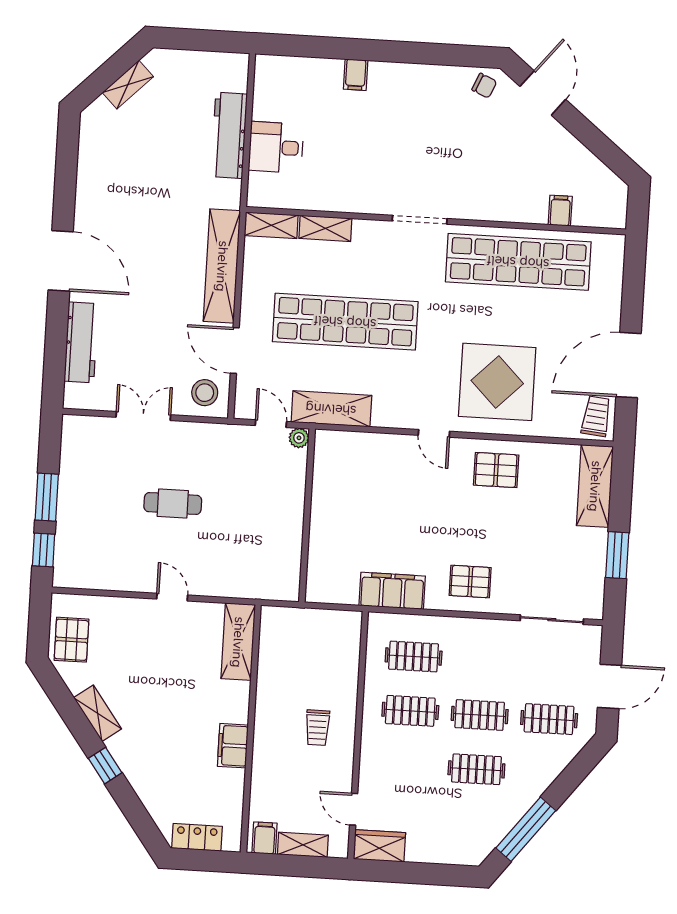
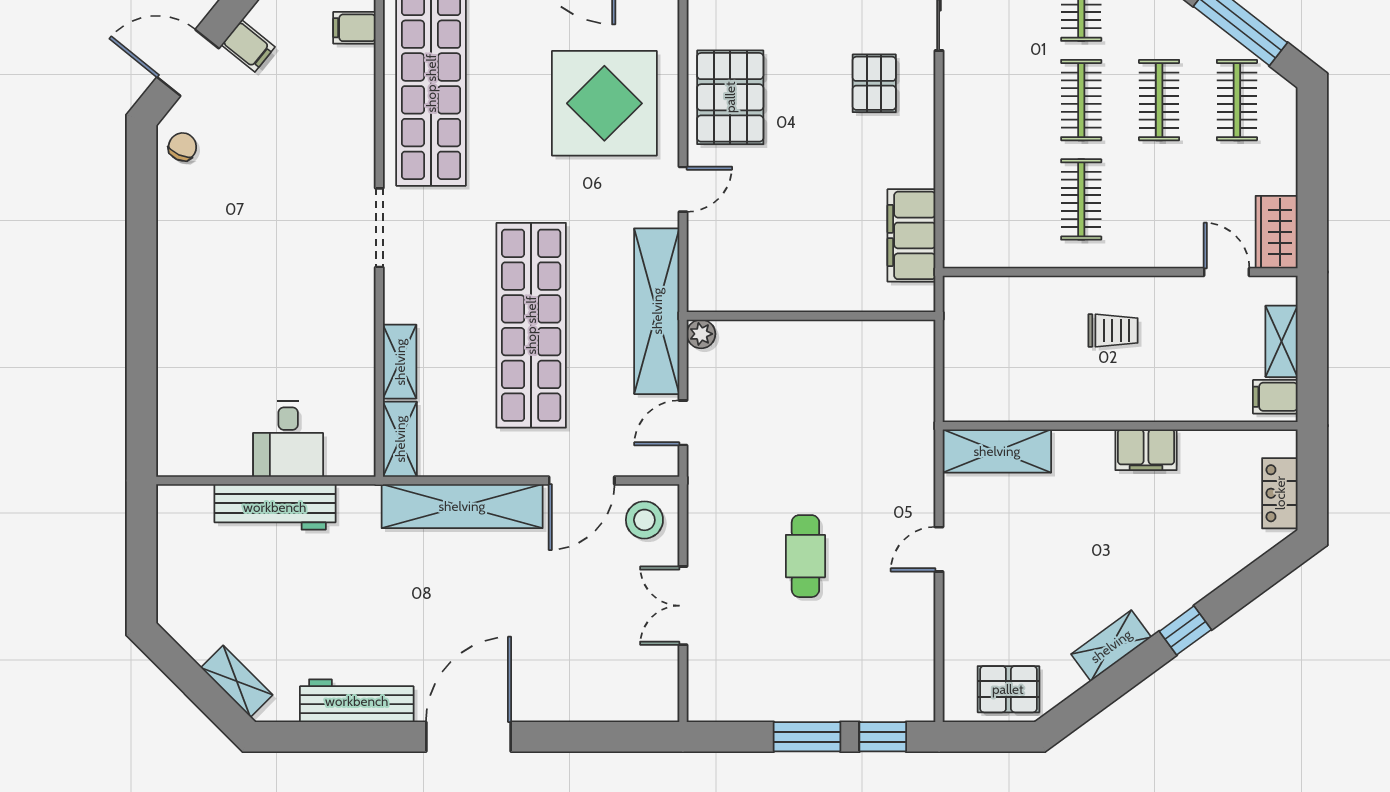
filing cabinet: (356, 75) -> (248, 46), moved, turned 39
shelving: (128, 85) -> (237, 681), moved
workbench: (81, 342) -> (357, 701), moved
shelving: (331, 409) -> (657, 311), width x1.47
plant: (299, 438) -> (701, 334), moved
pallet: (496, 470) -> (730, 97), width x1.50, depth x1.42
wall: (307, 515) -> (811, 316), moved
pallet: (470, 582) -> (874, 83), moved
clothes rail: (414, 657) -> (1237, 100), moved
door: (354, 809) -> (1227, 272), swing flipped

